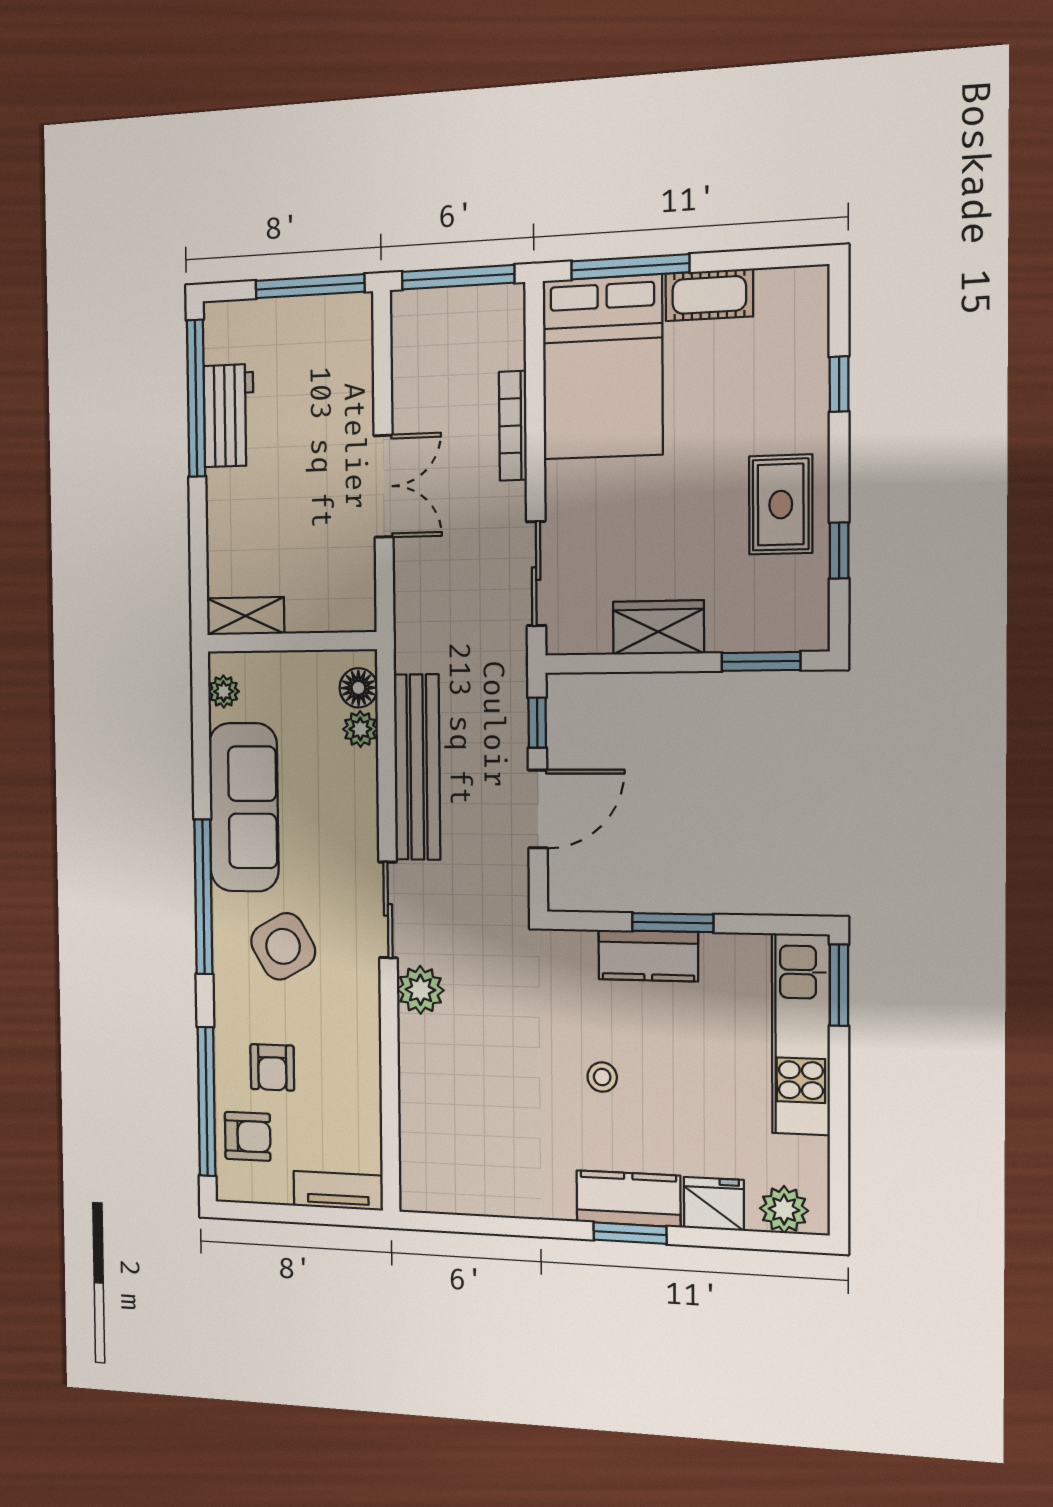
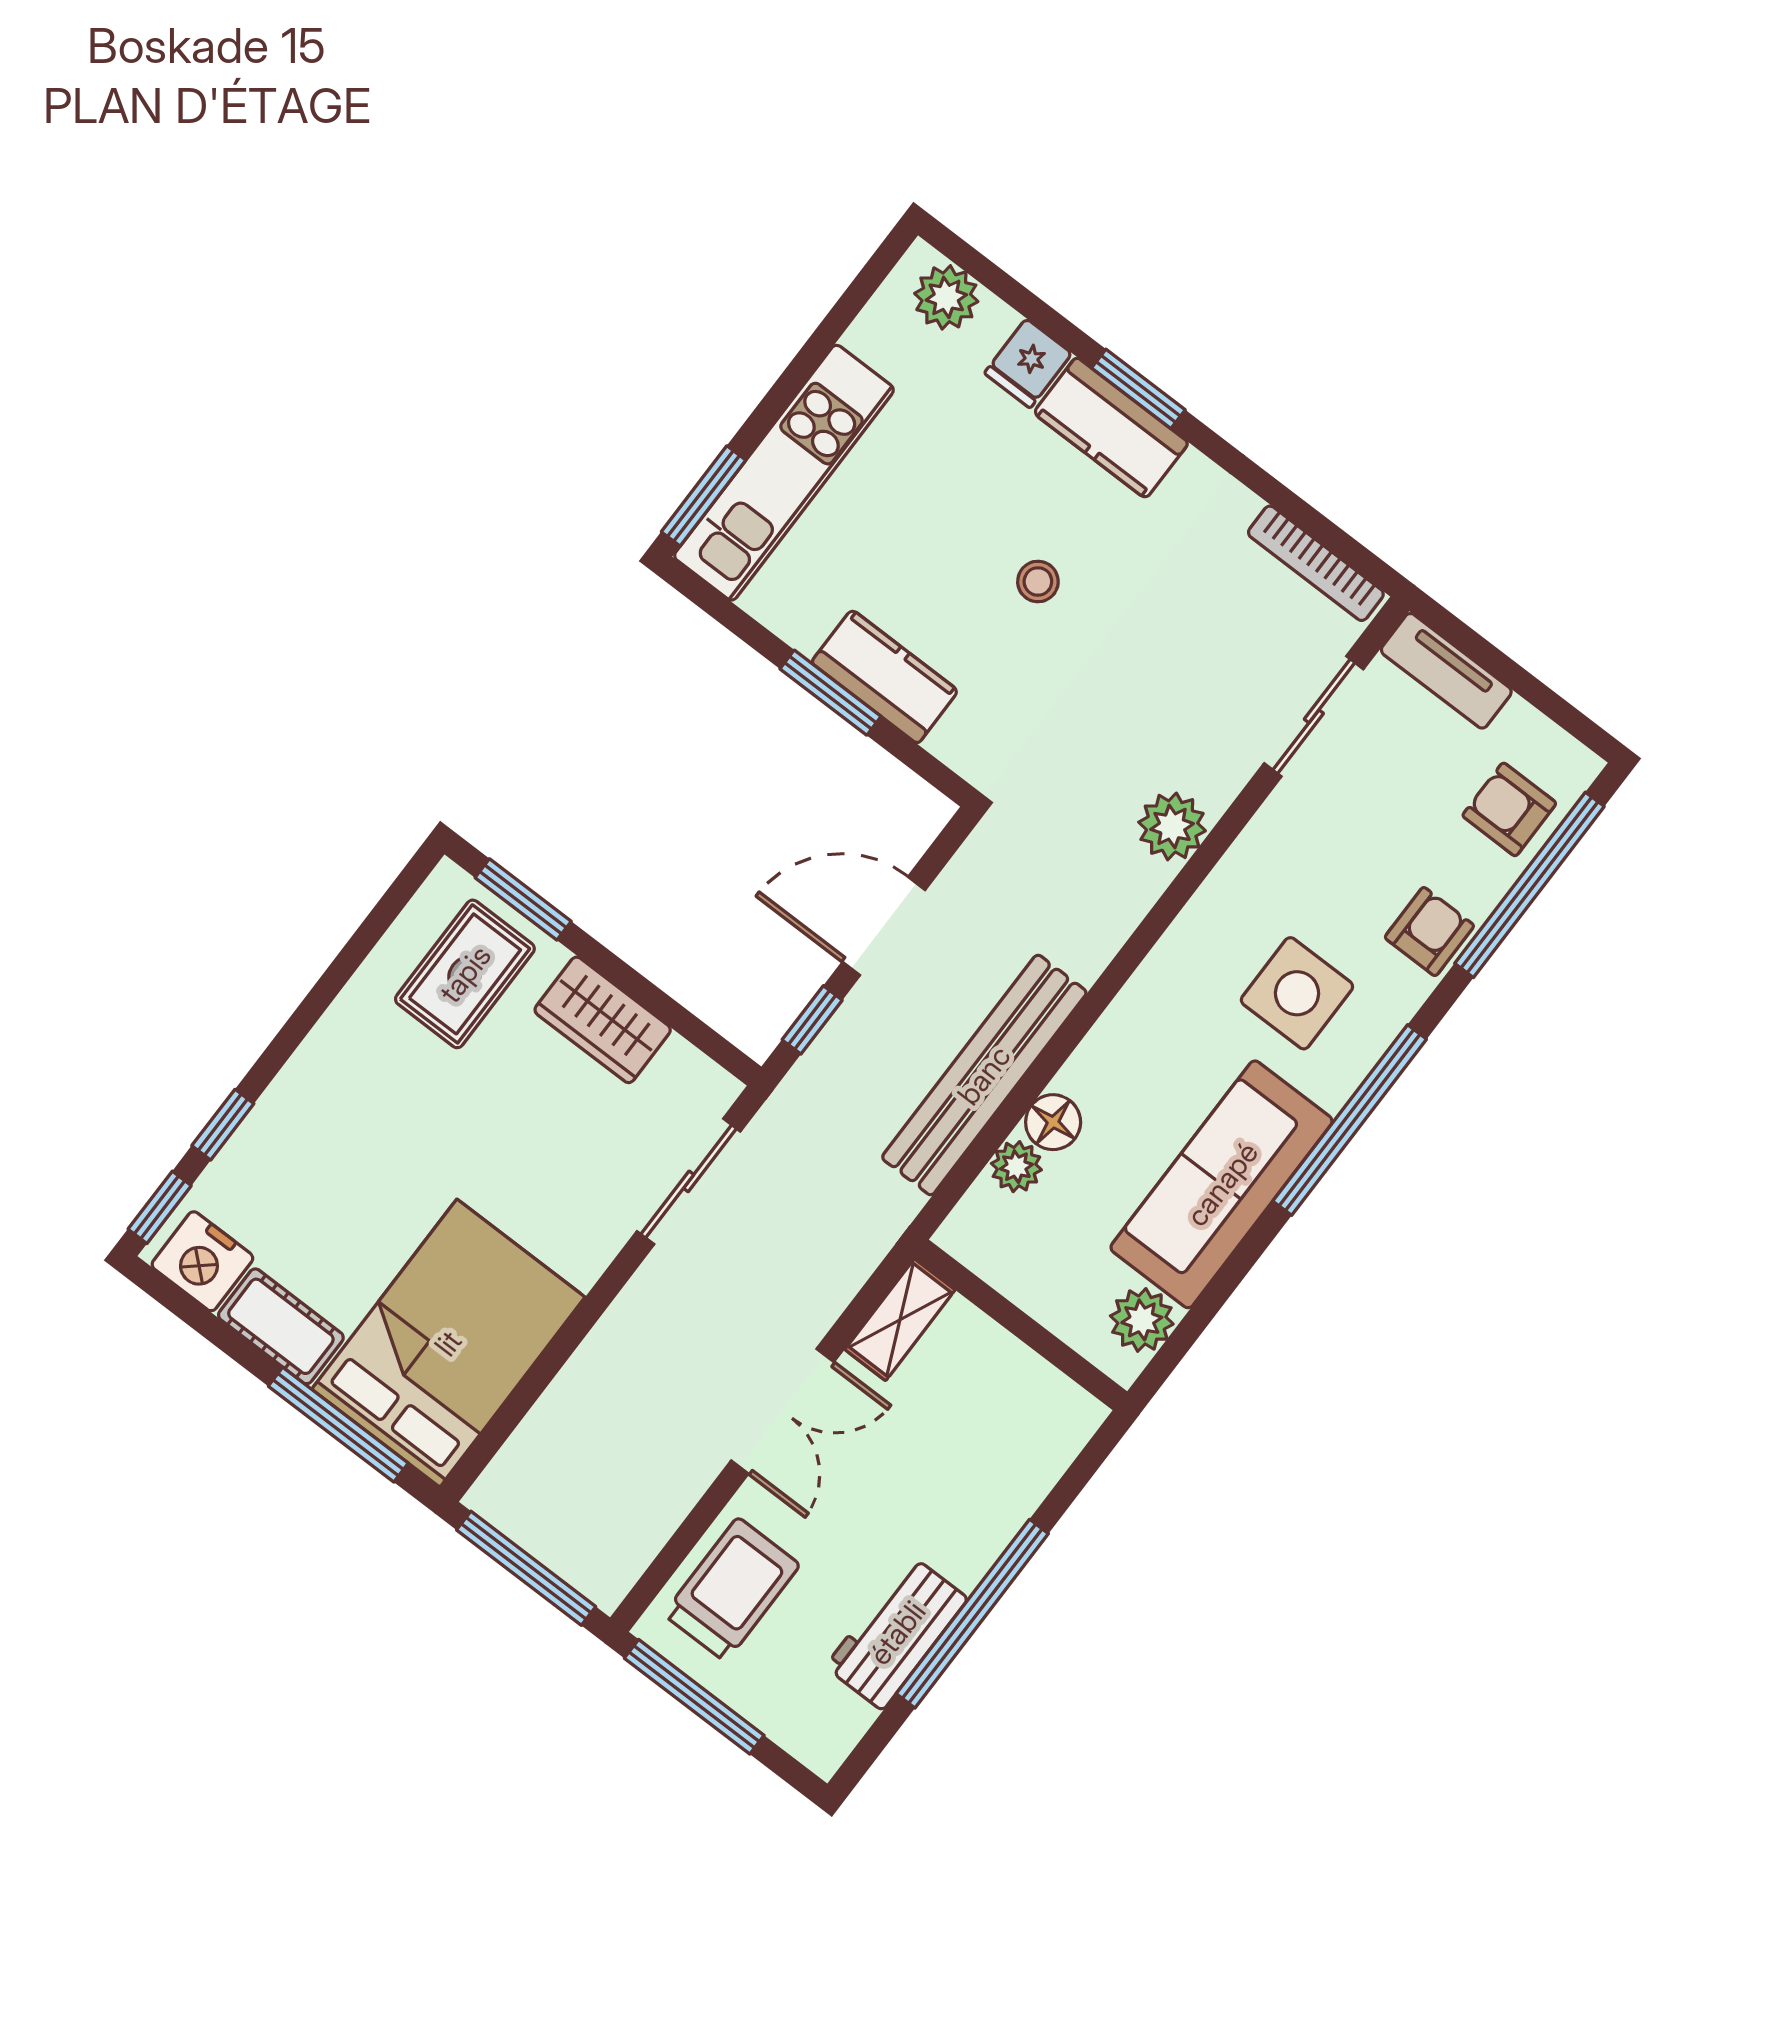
nightstand: (787, 294) -> (202, 1261), added
trolley: (335, 363) -> (732, 1590), added
window: (196, 398) -> (972, 1614), moved
bookcase: (513, 426) -> (1316, 563), moved, turned 90
double door: (384, 486) -> (783, 1411), swing flipped
rug: (781, 505) -> (465, 974), moved
window: (839, 551) -> (160, 1207), moved
shelving: (245, 616) -> (900, 1320), moved, turned 90
floor lamp: (358, 688) -> (1053, 1122), moved
plant: (224, 691) -> (1142, 1320), width x1.38, depth x1.38
sliding door: (388, 910) -> (1314, 716), moved
side table: (283, 946) -> (1297, 993), turned 30
armchair: (272, 1067) -> (1429, 932), moved
fridge: (714, 1204) -> (1028, 363), width x0.72

